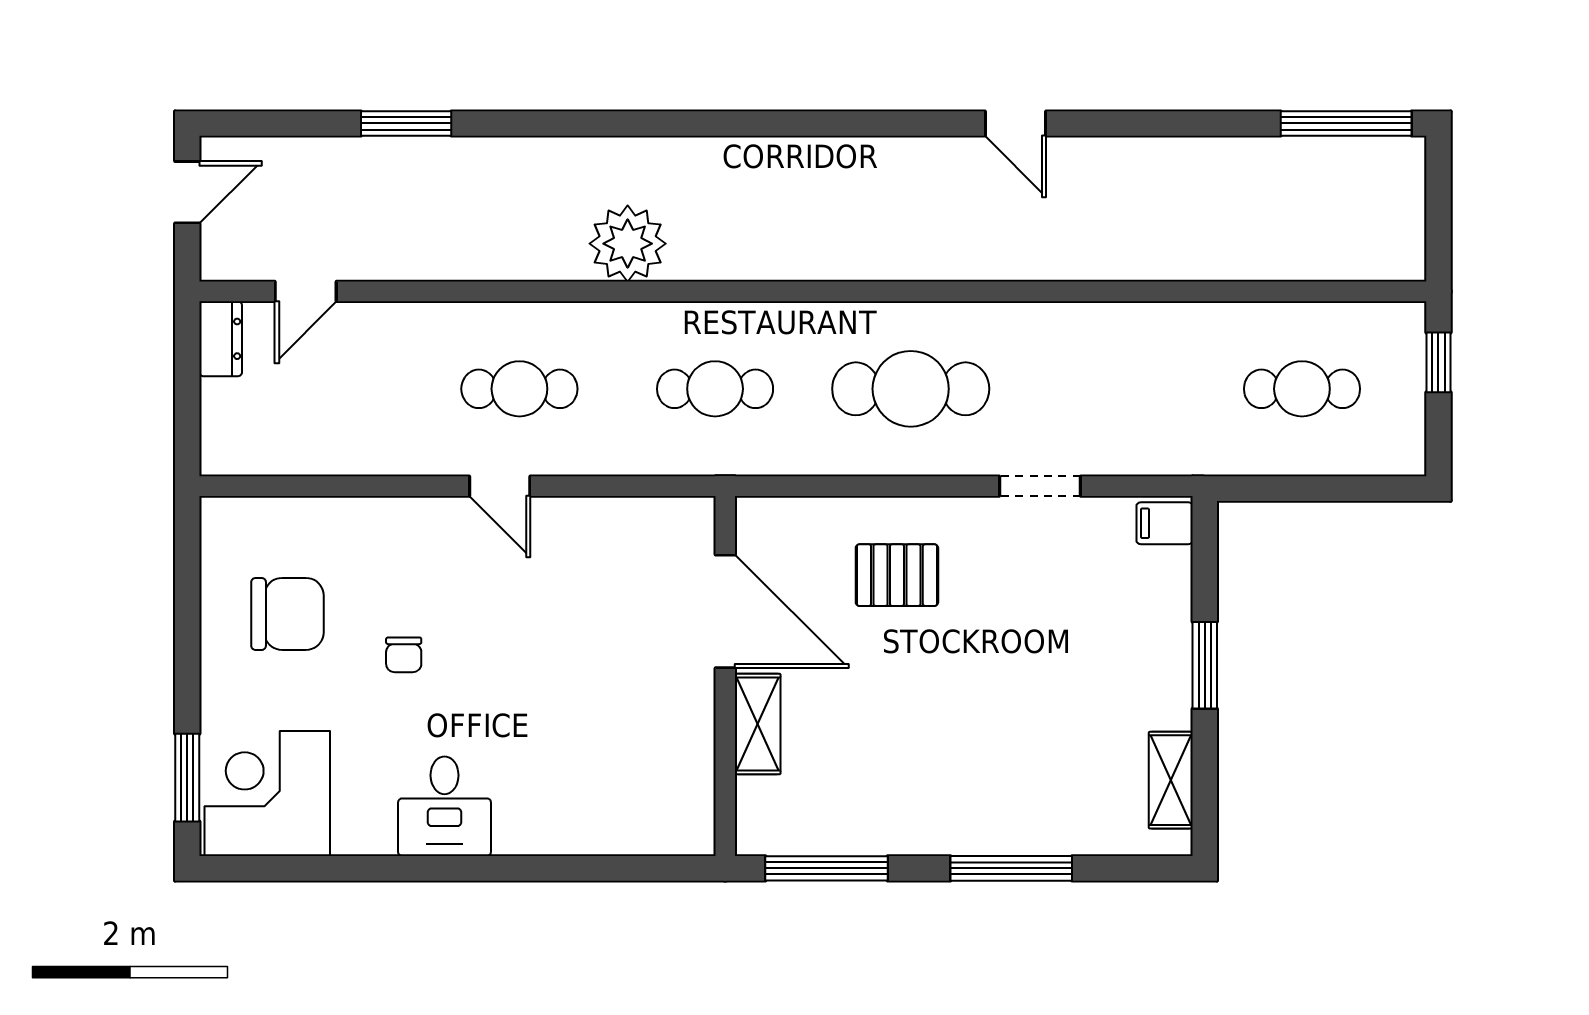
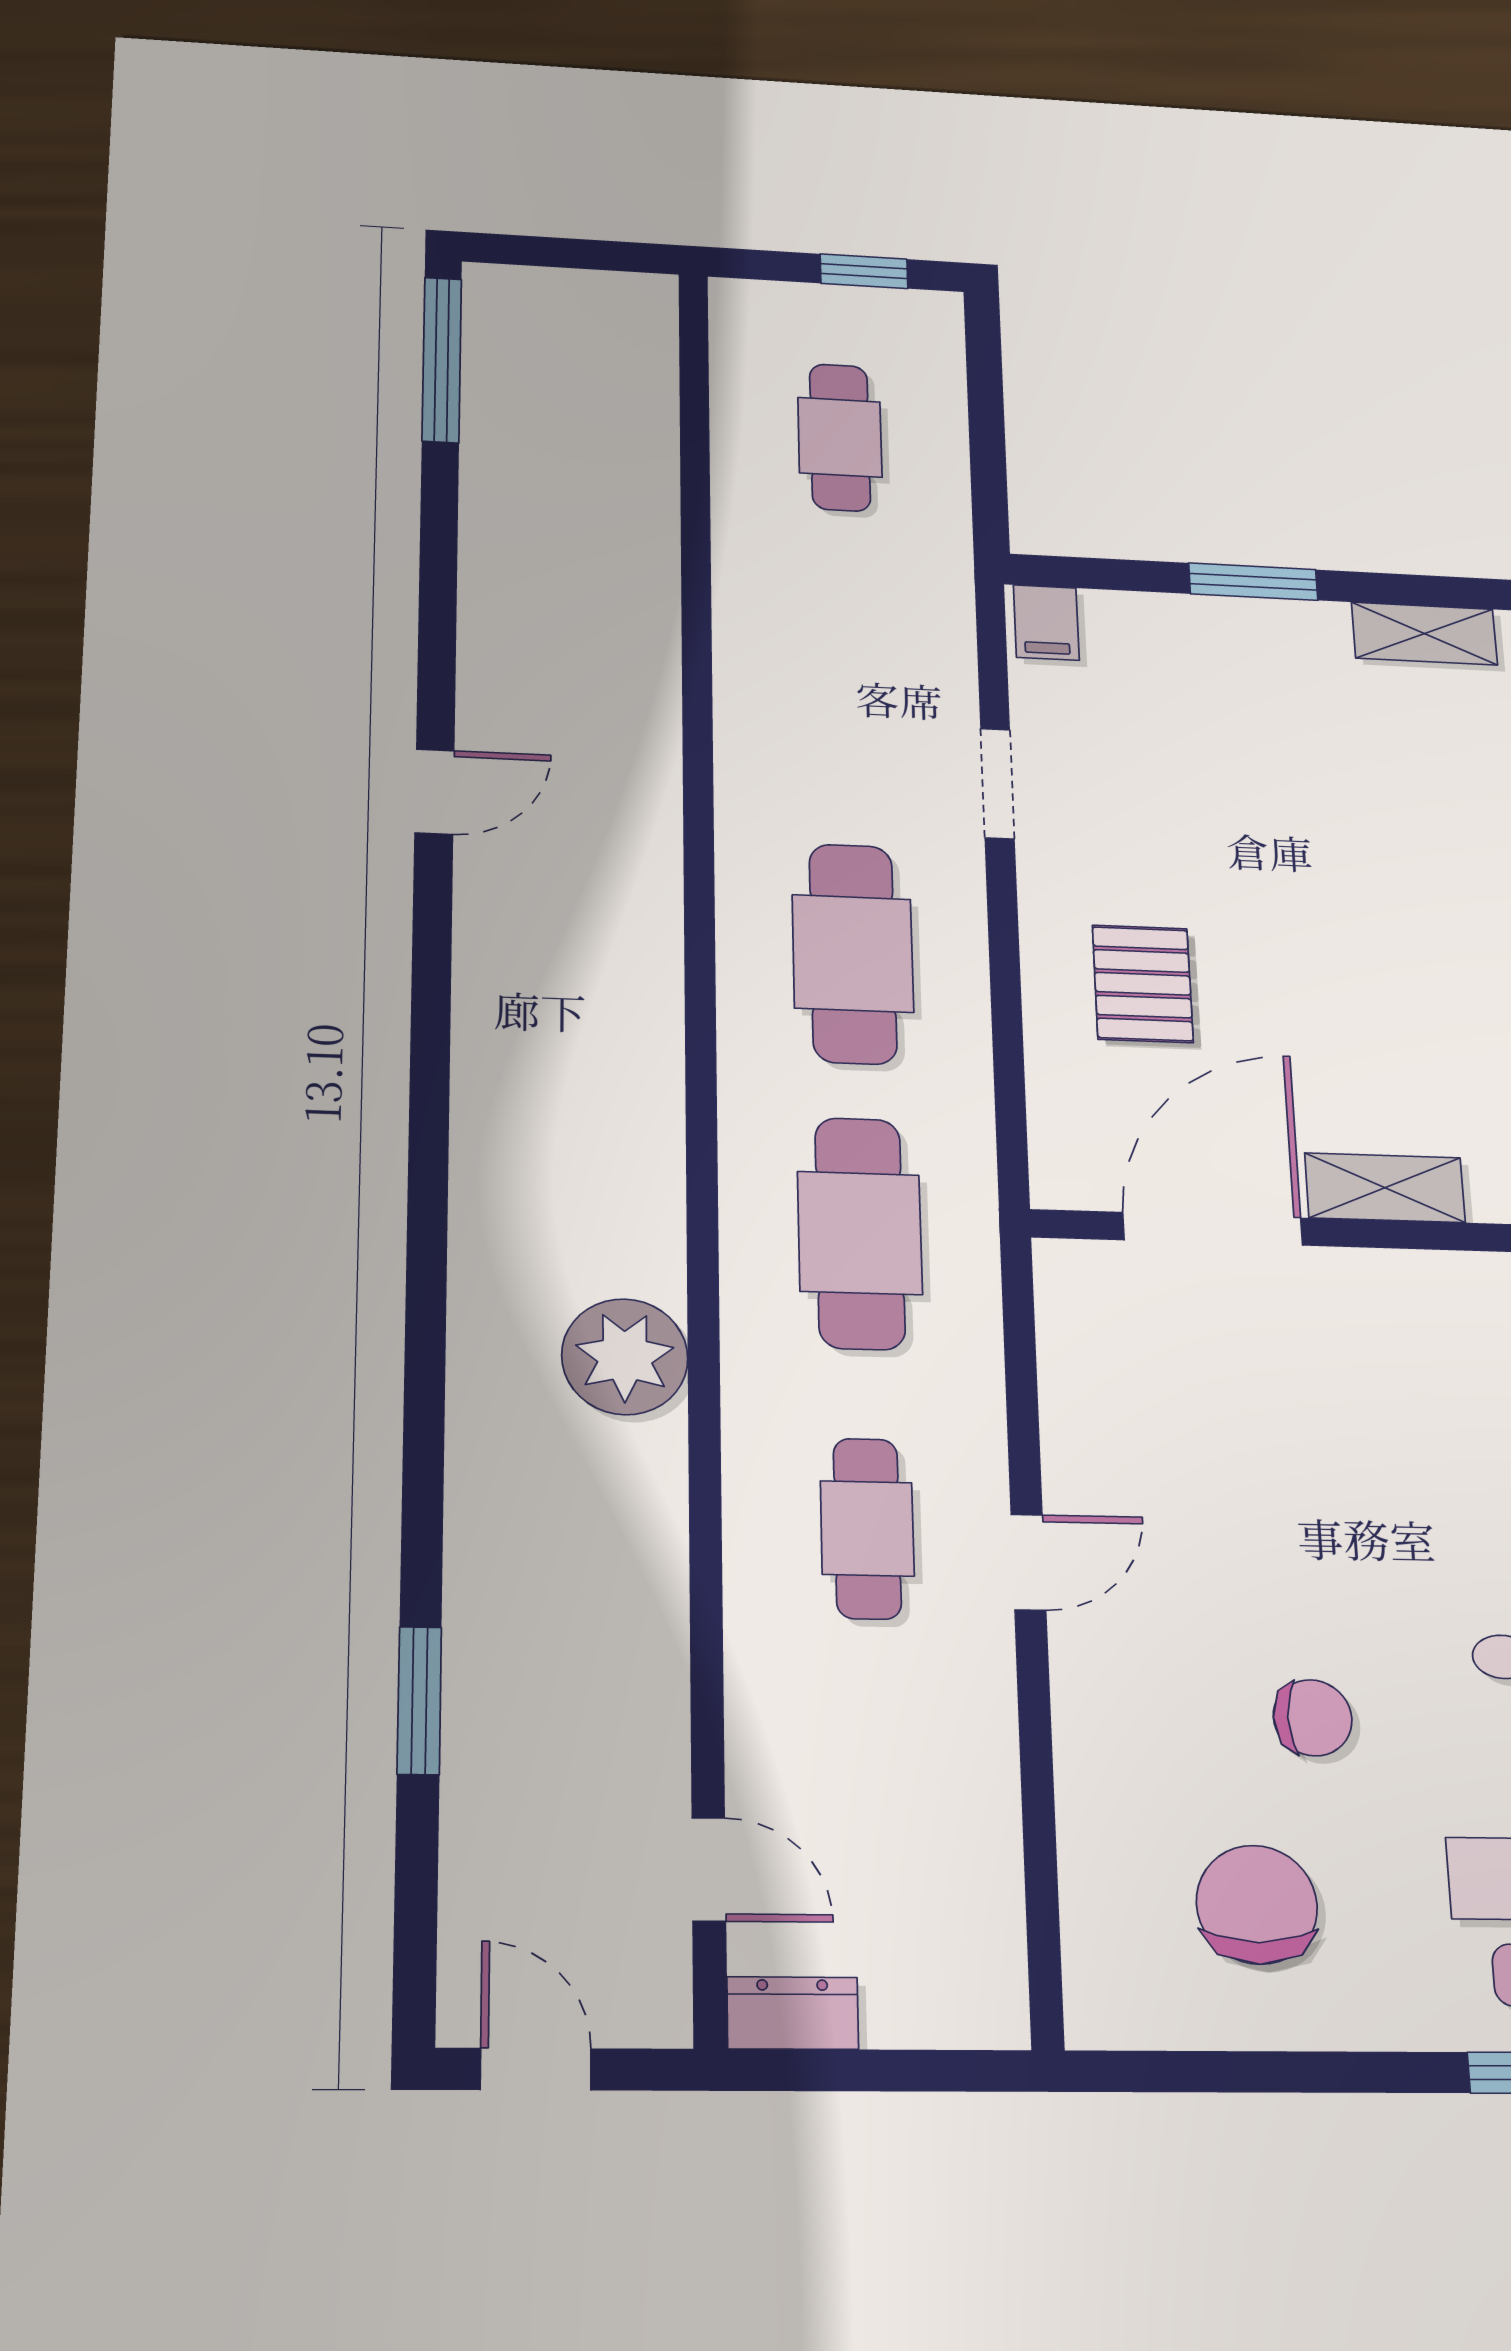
window: (1438, 362) -> (864, 271), moved
cafe table: (715, 389) -> (860, 1233), width x1.37, depth x1.35
chair: (404, 655) -> (1313, 1718), width x1.37, depth x1.37

